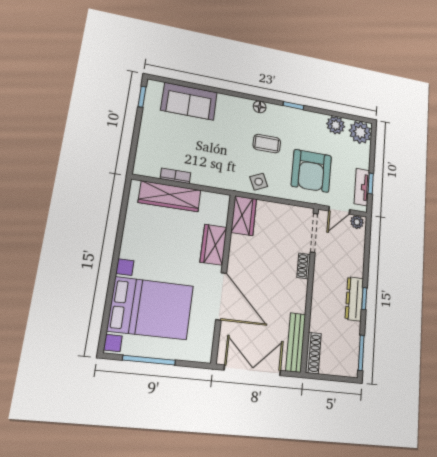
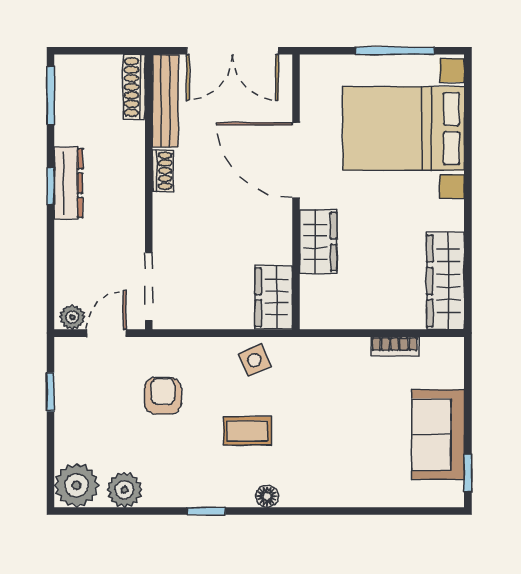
sofa: (189, 101) -> (438, 435), moved, turned -90
armchair: (311, 171) -> (163, 396), width x0.53, depth x0.53
tv unit: (362, 187) -> (67, 382), removed
wardrobe: (170, 196) -> (445, 281), moved, turned -90
shoe rack: (304, 266) -> (163, 171), moved

